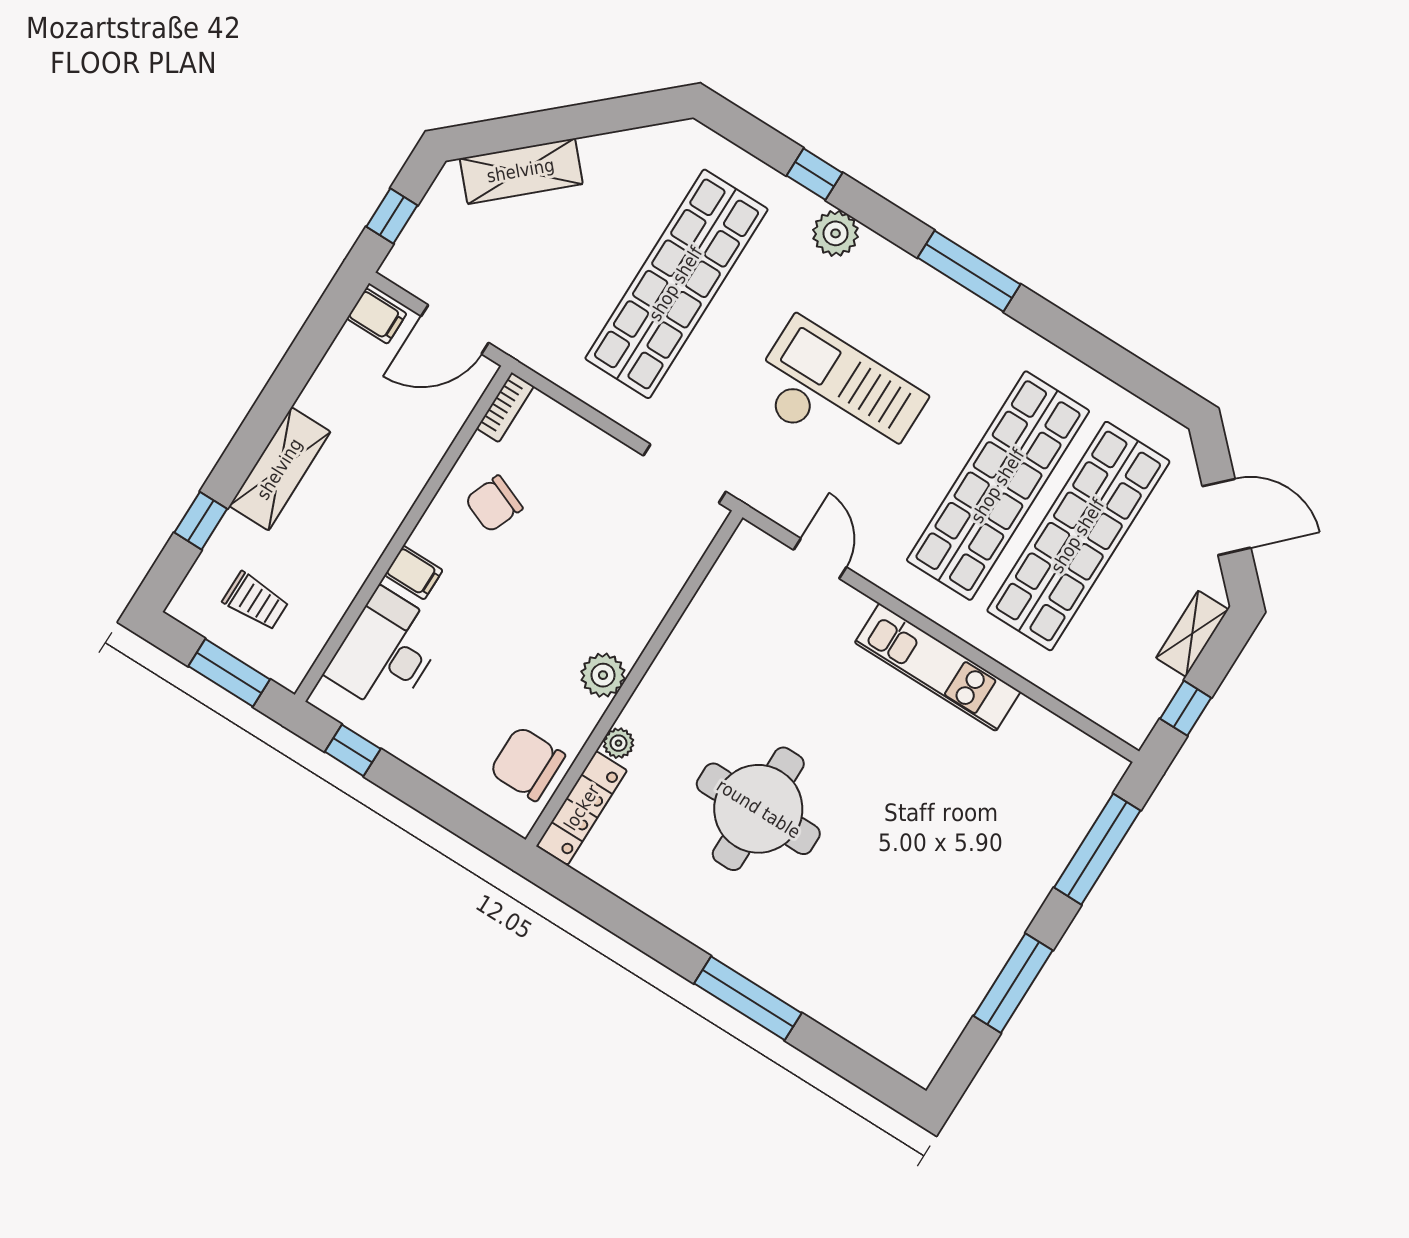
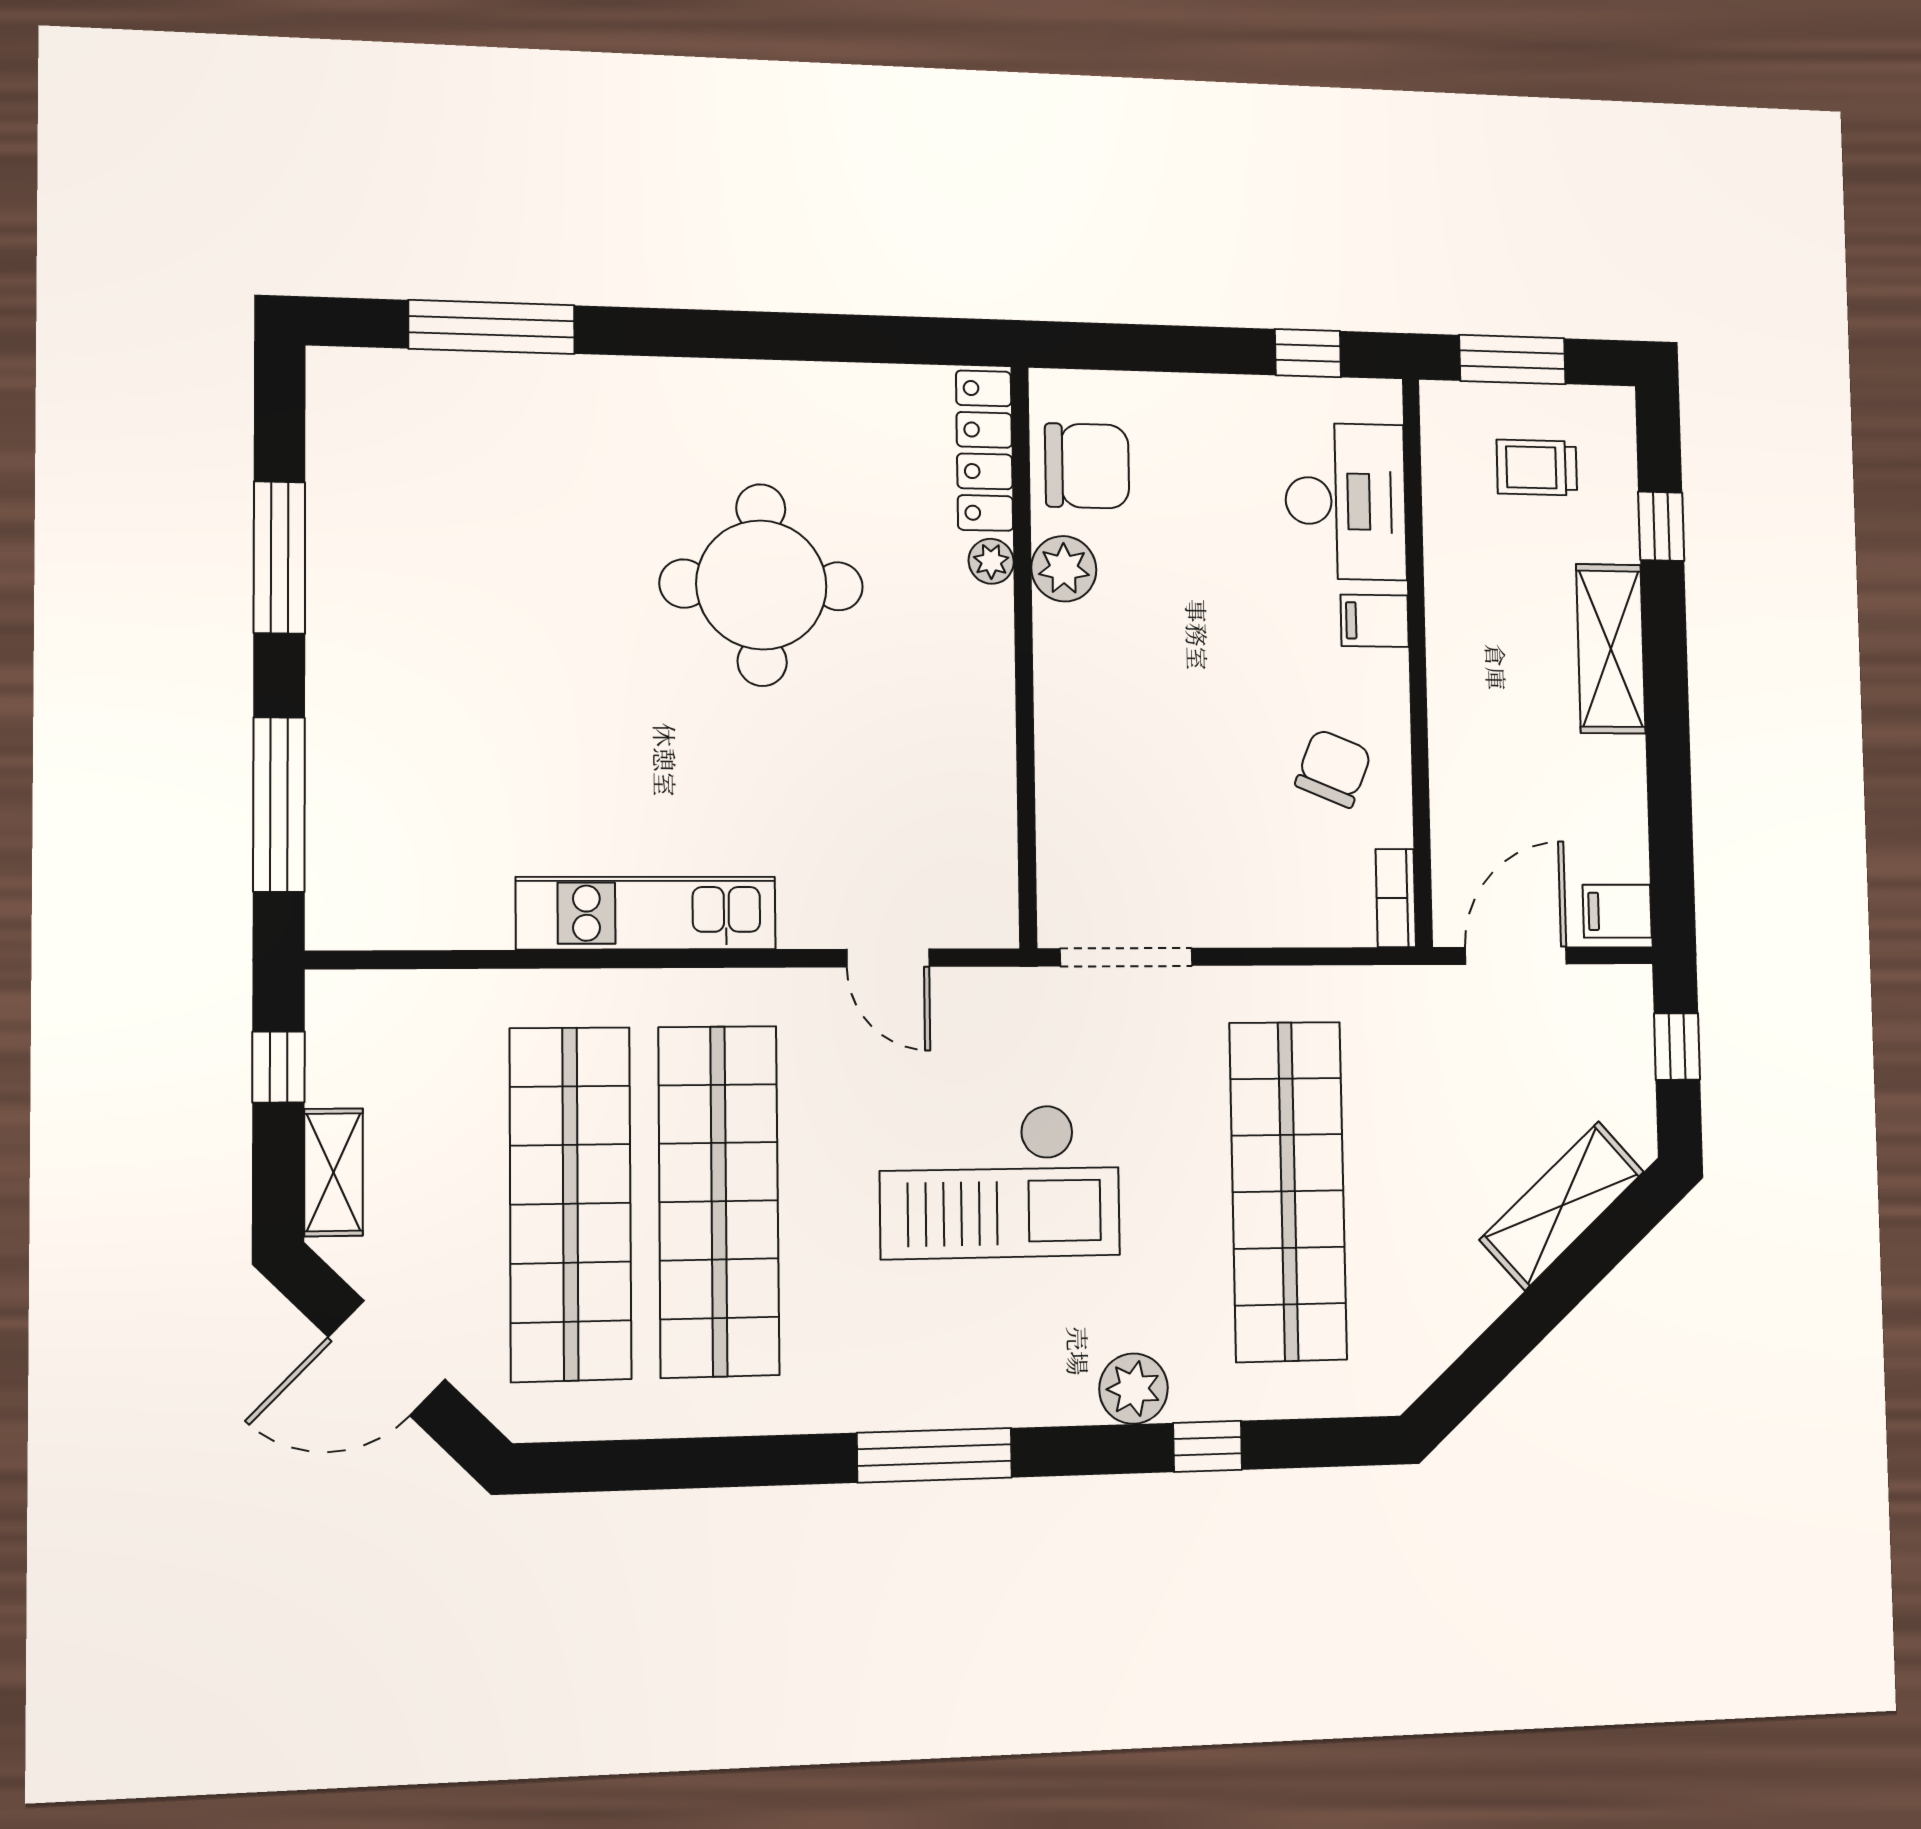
plant: (603, 675) -> (1064, 569), moved
window: (748, 998) -> (492, 327), moved

